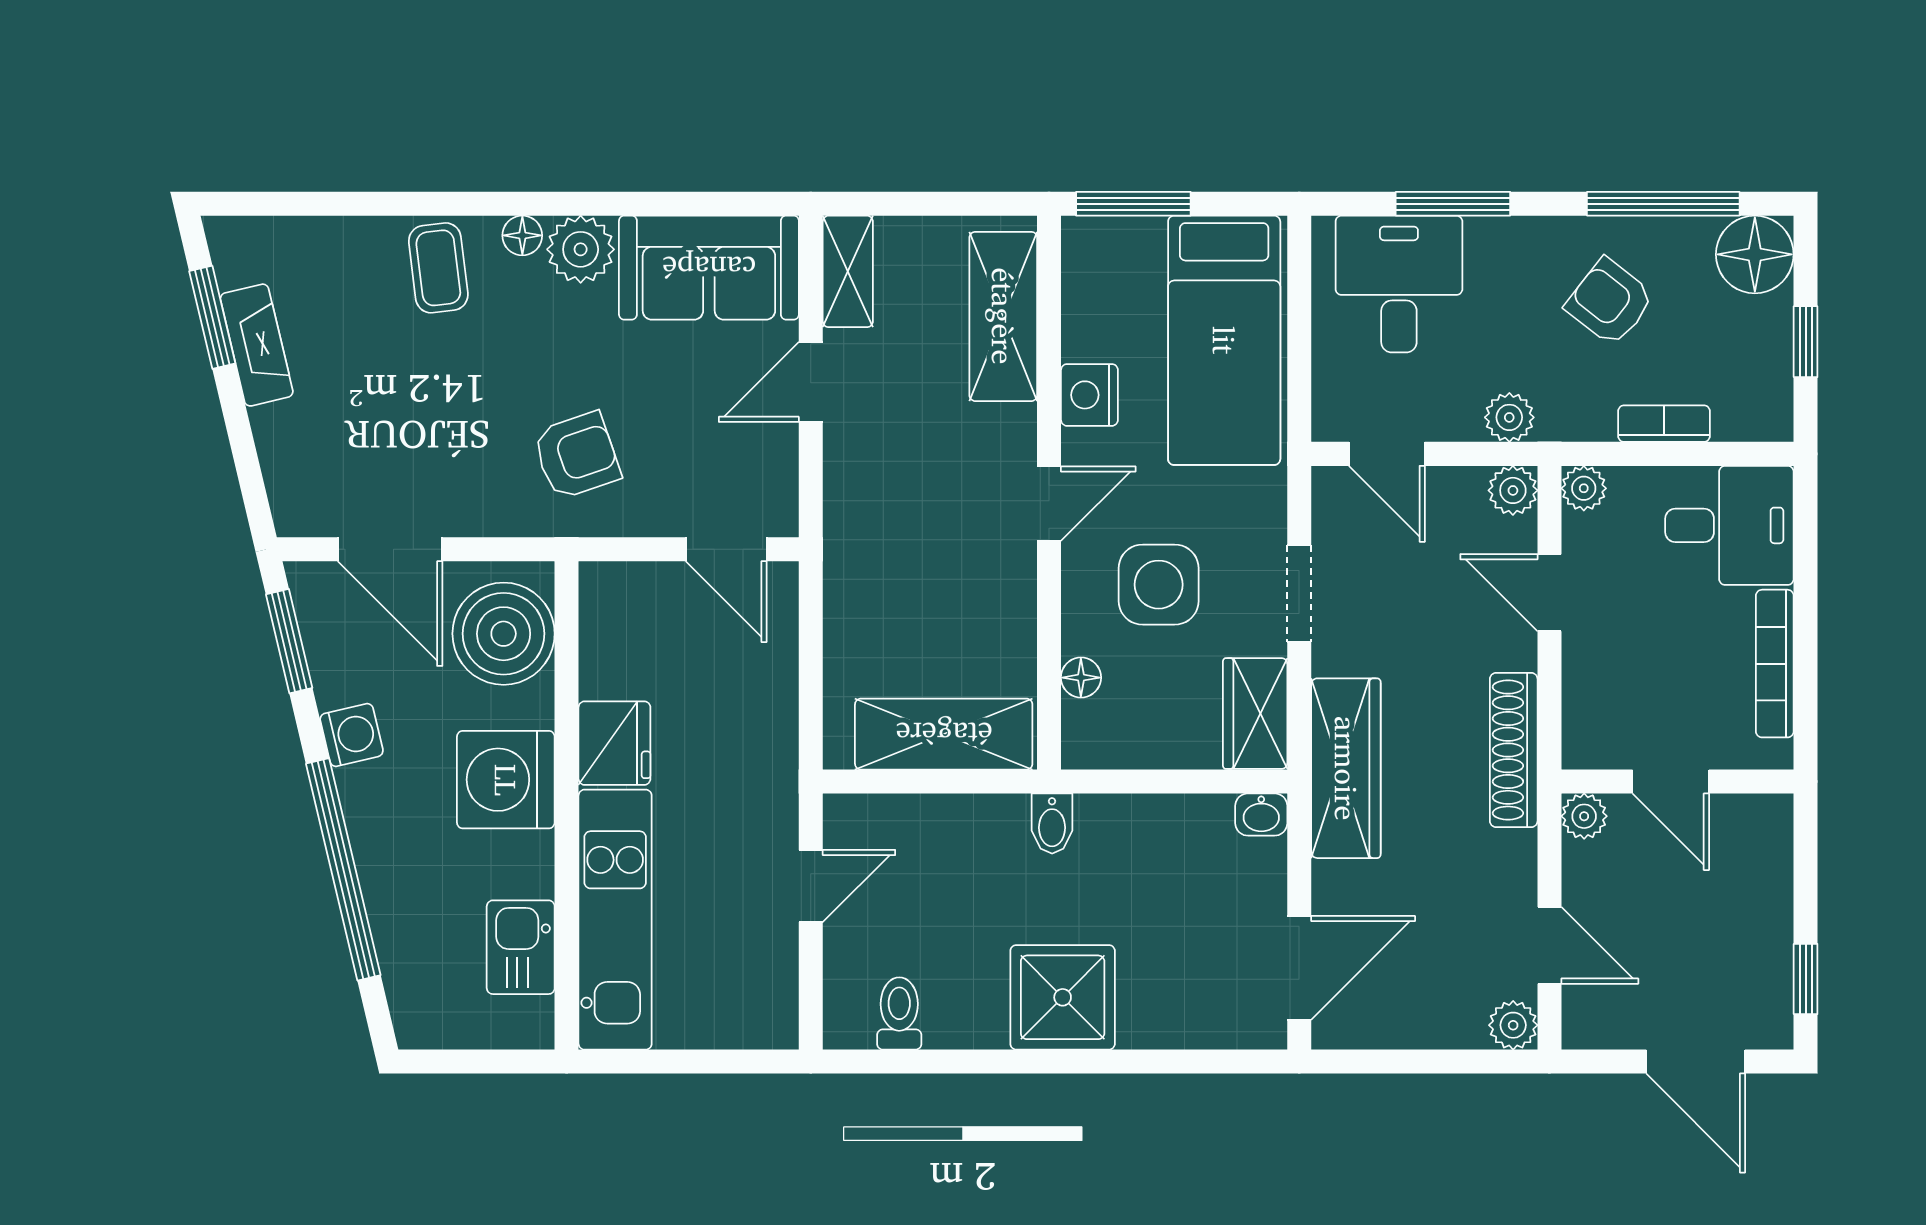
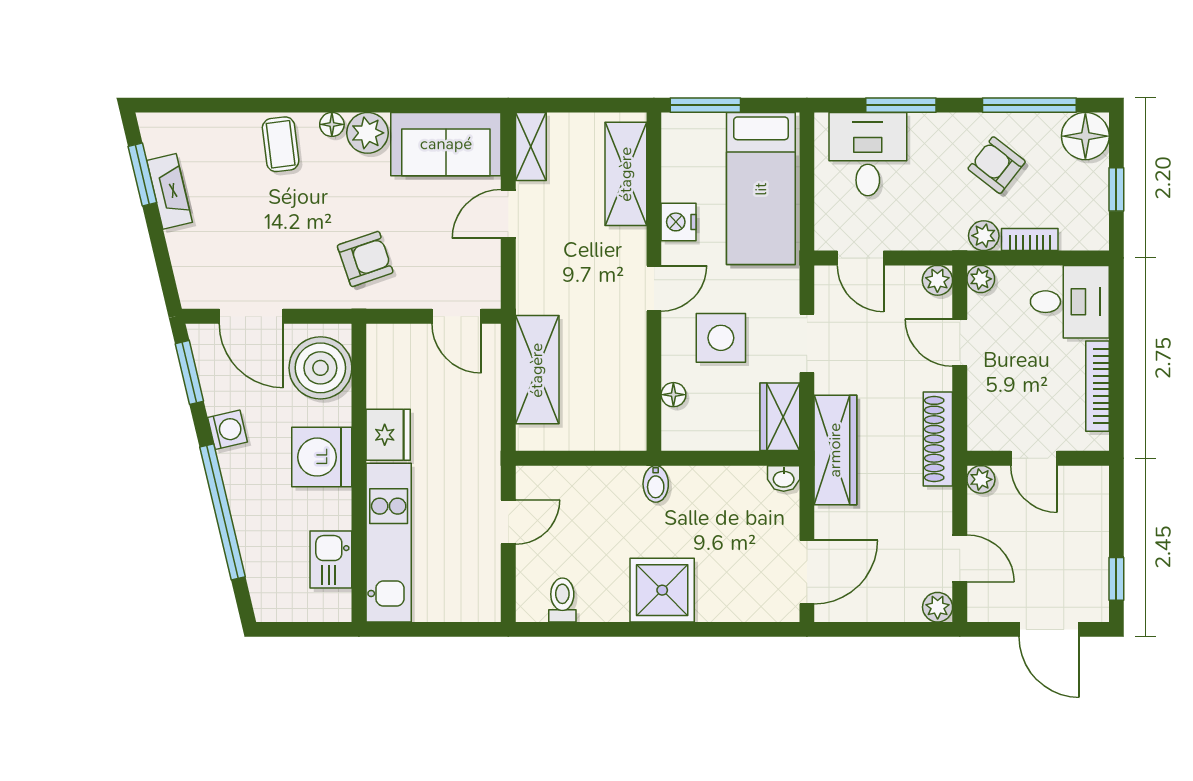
plant: (1509, 417) -> (984, 236), moved
shelving: (944, 734) -> (537, 370), moved, turned 90

